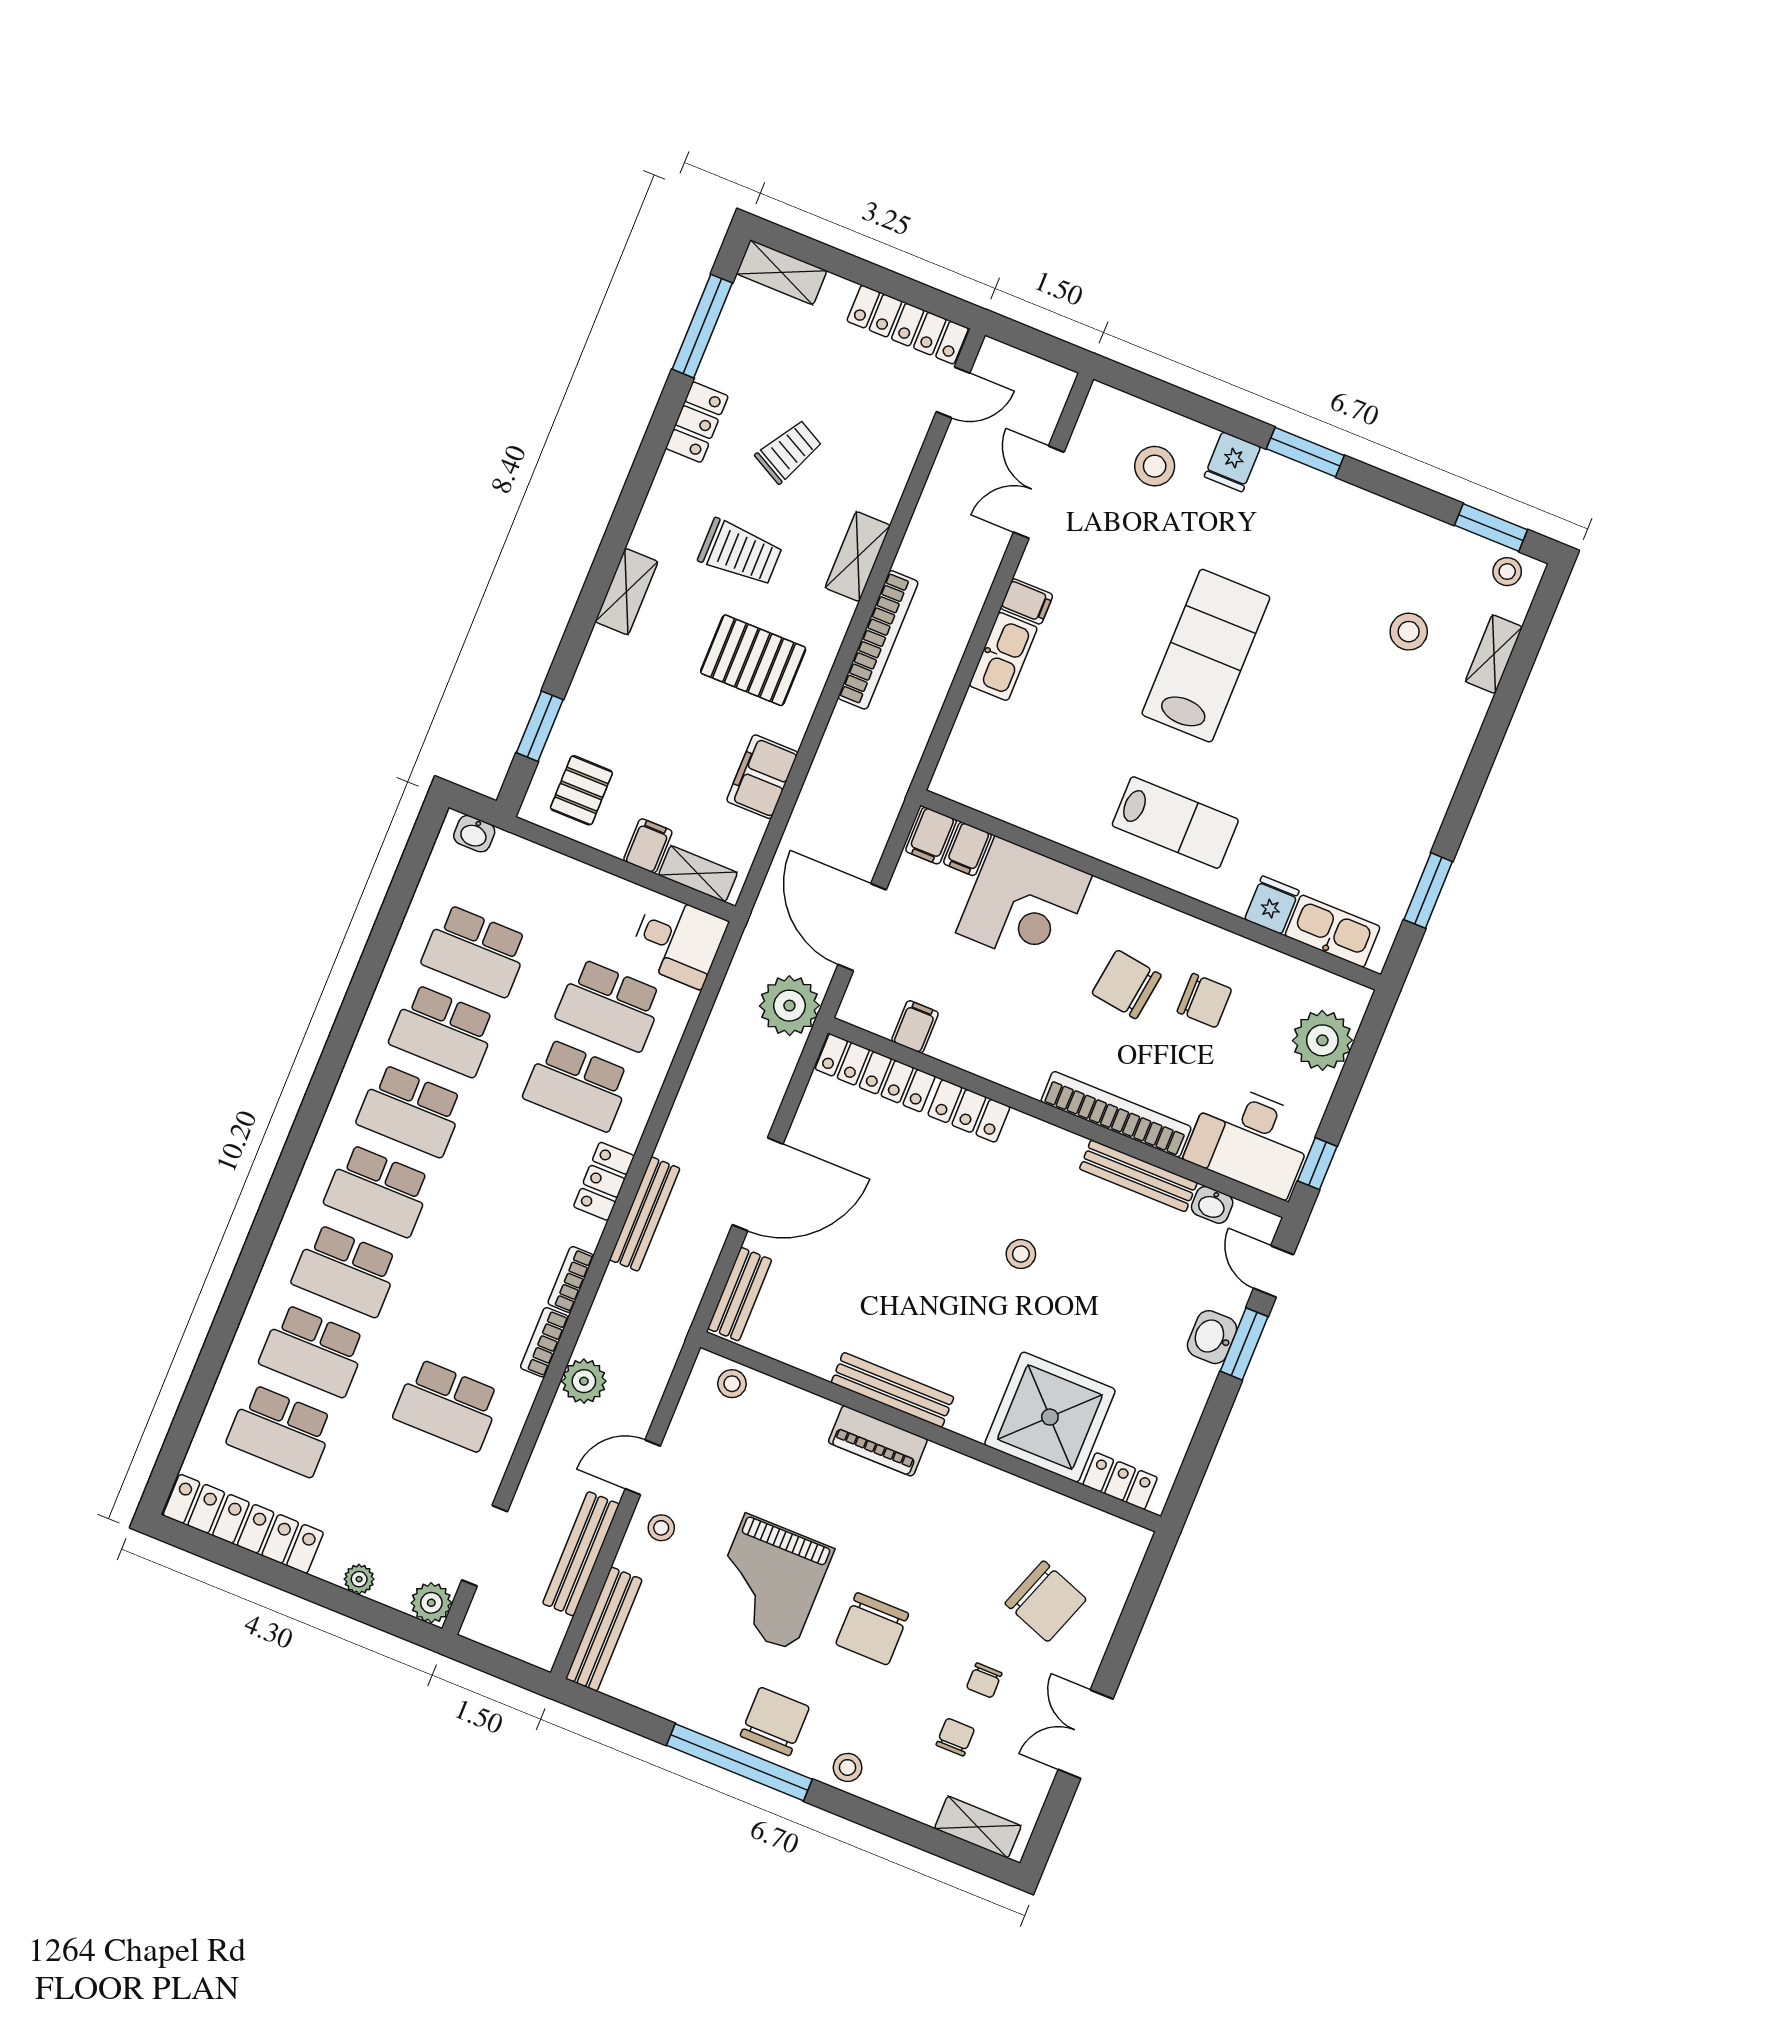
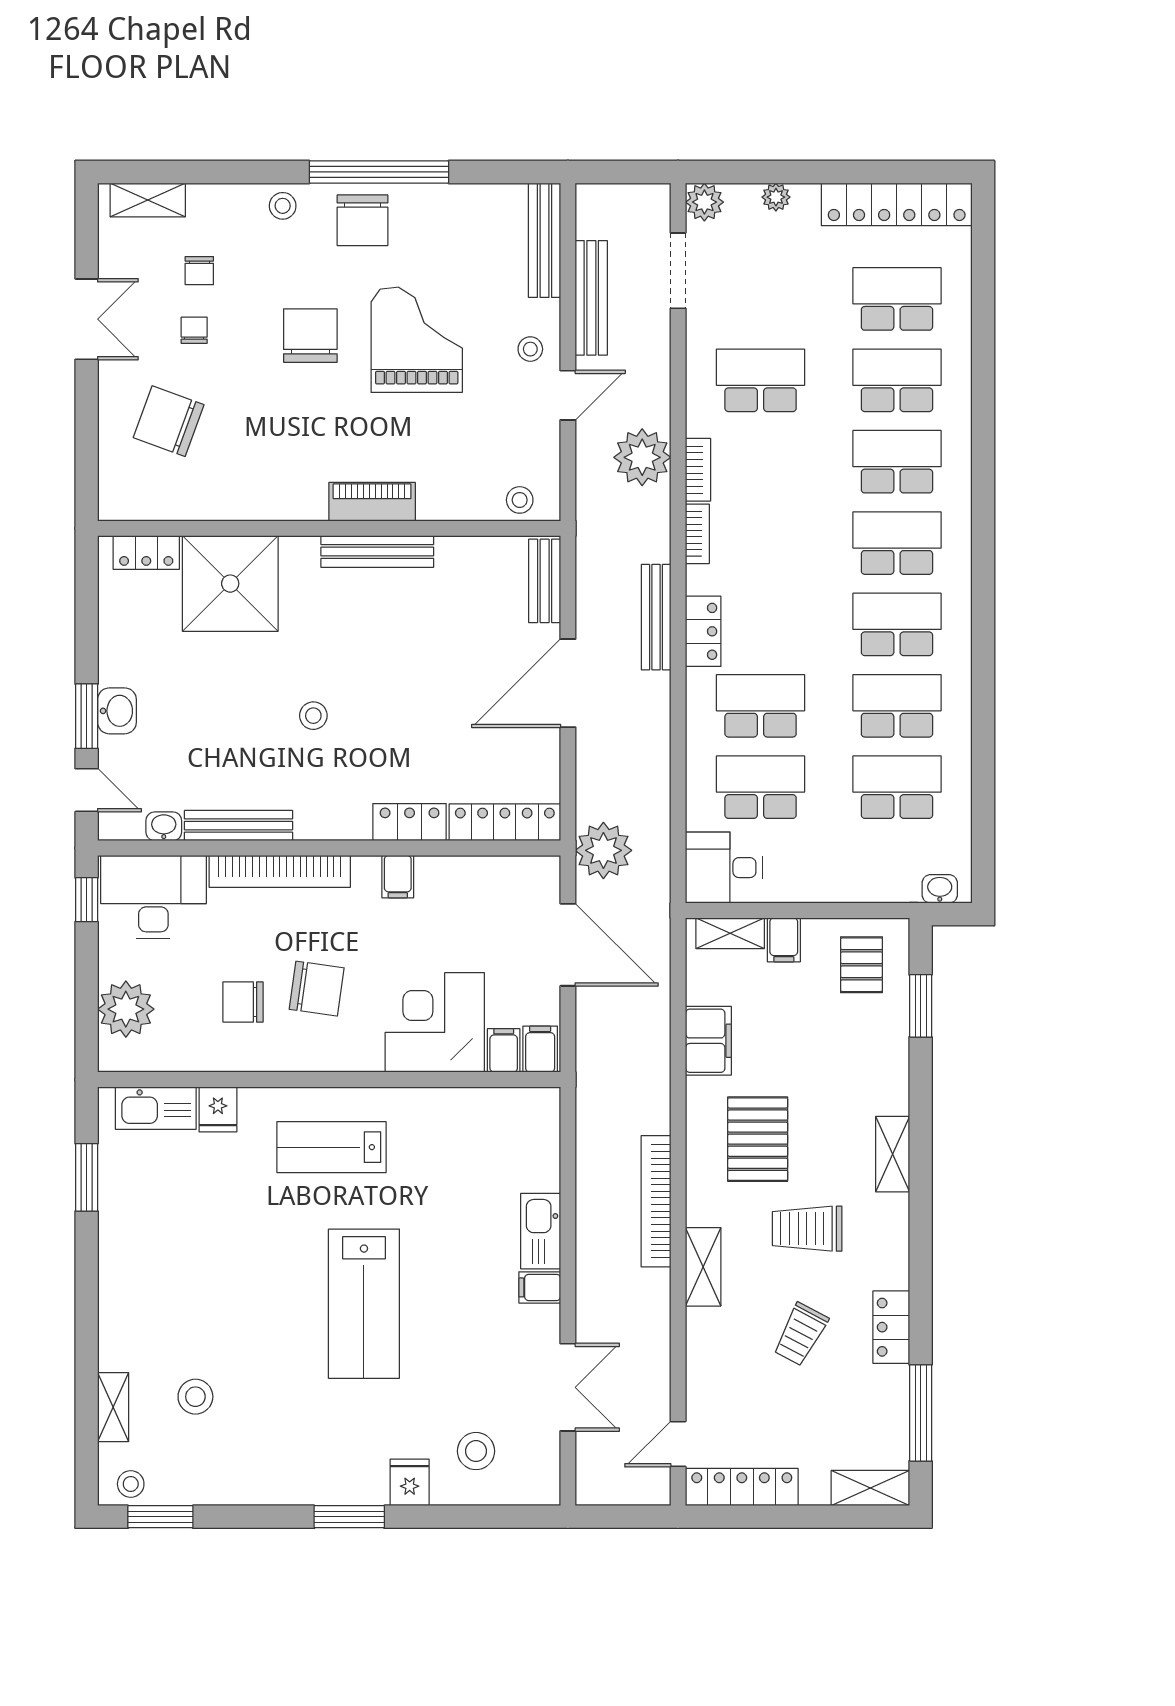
pallet: (753, 660) -> (758, 1139), turned 90
filing cabinet: (915, 1027) -> (398, 877), moved
plant: (584, 1381) -> (642, 457), width x1.36, depth x1.36

